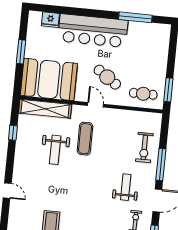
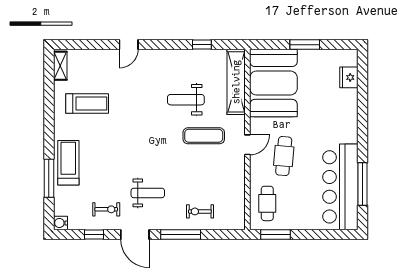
bar counter: (93, 31) -> (340, 187), moved
cafe table: (107, 77) -> (284, 156), turned -30
exercise bike: (144, 147) -> (200, 211), width x0.73, depth x0.72

